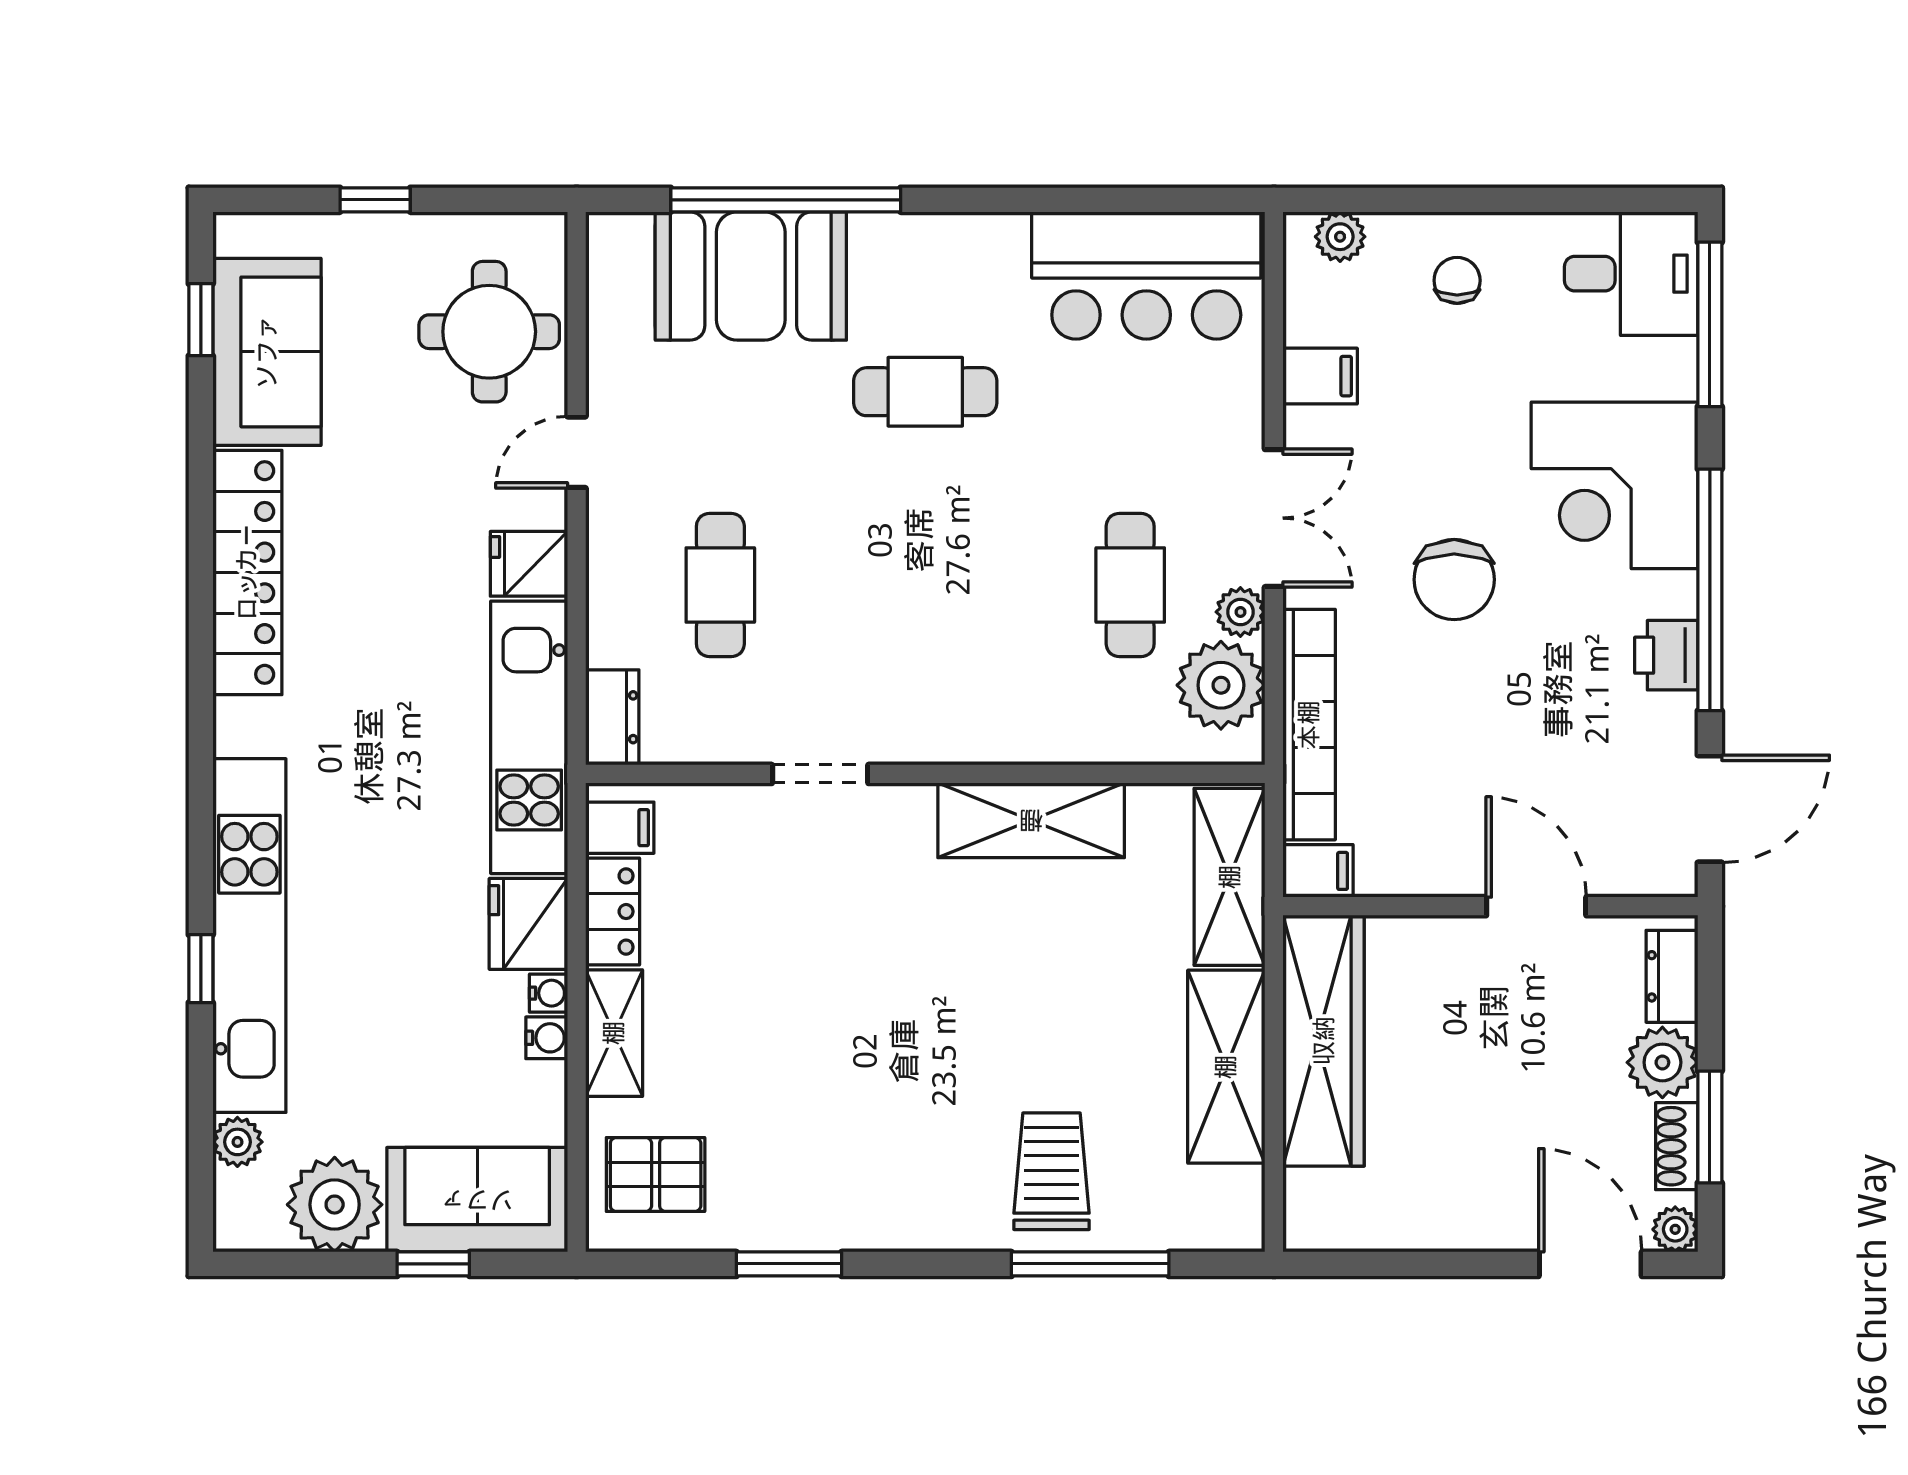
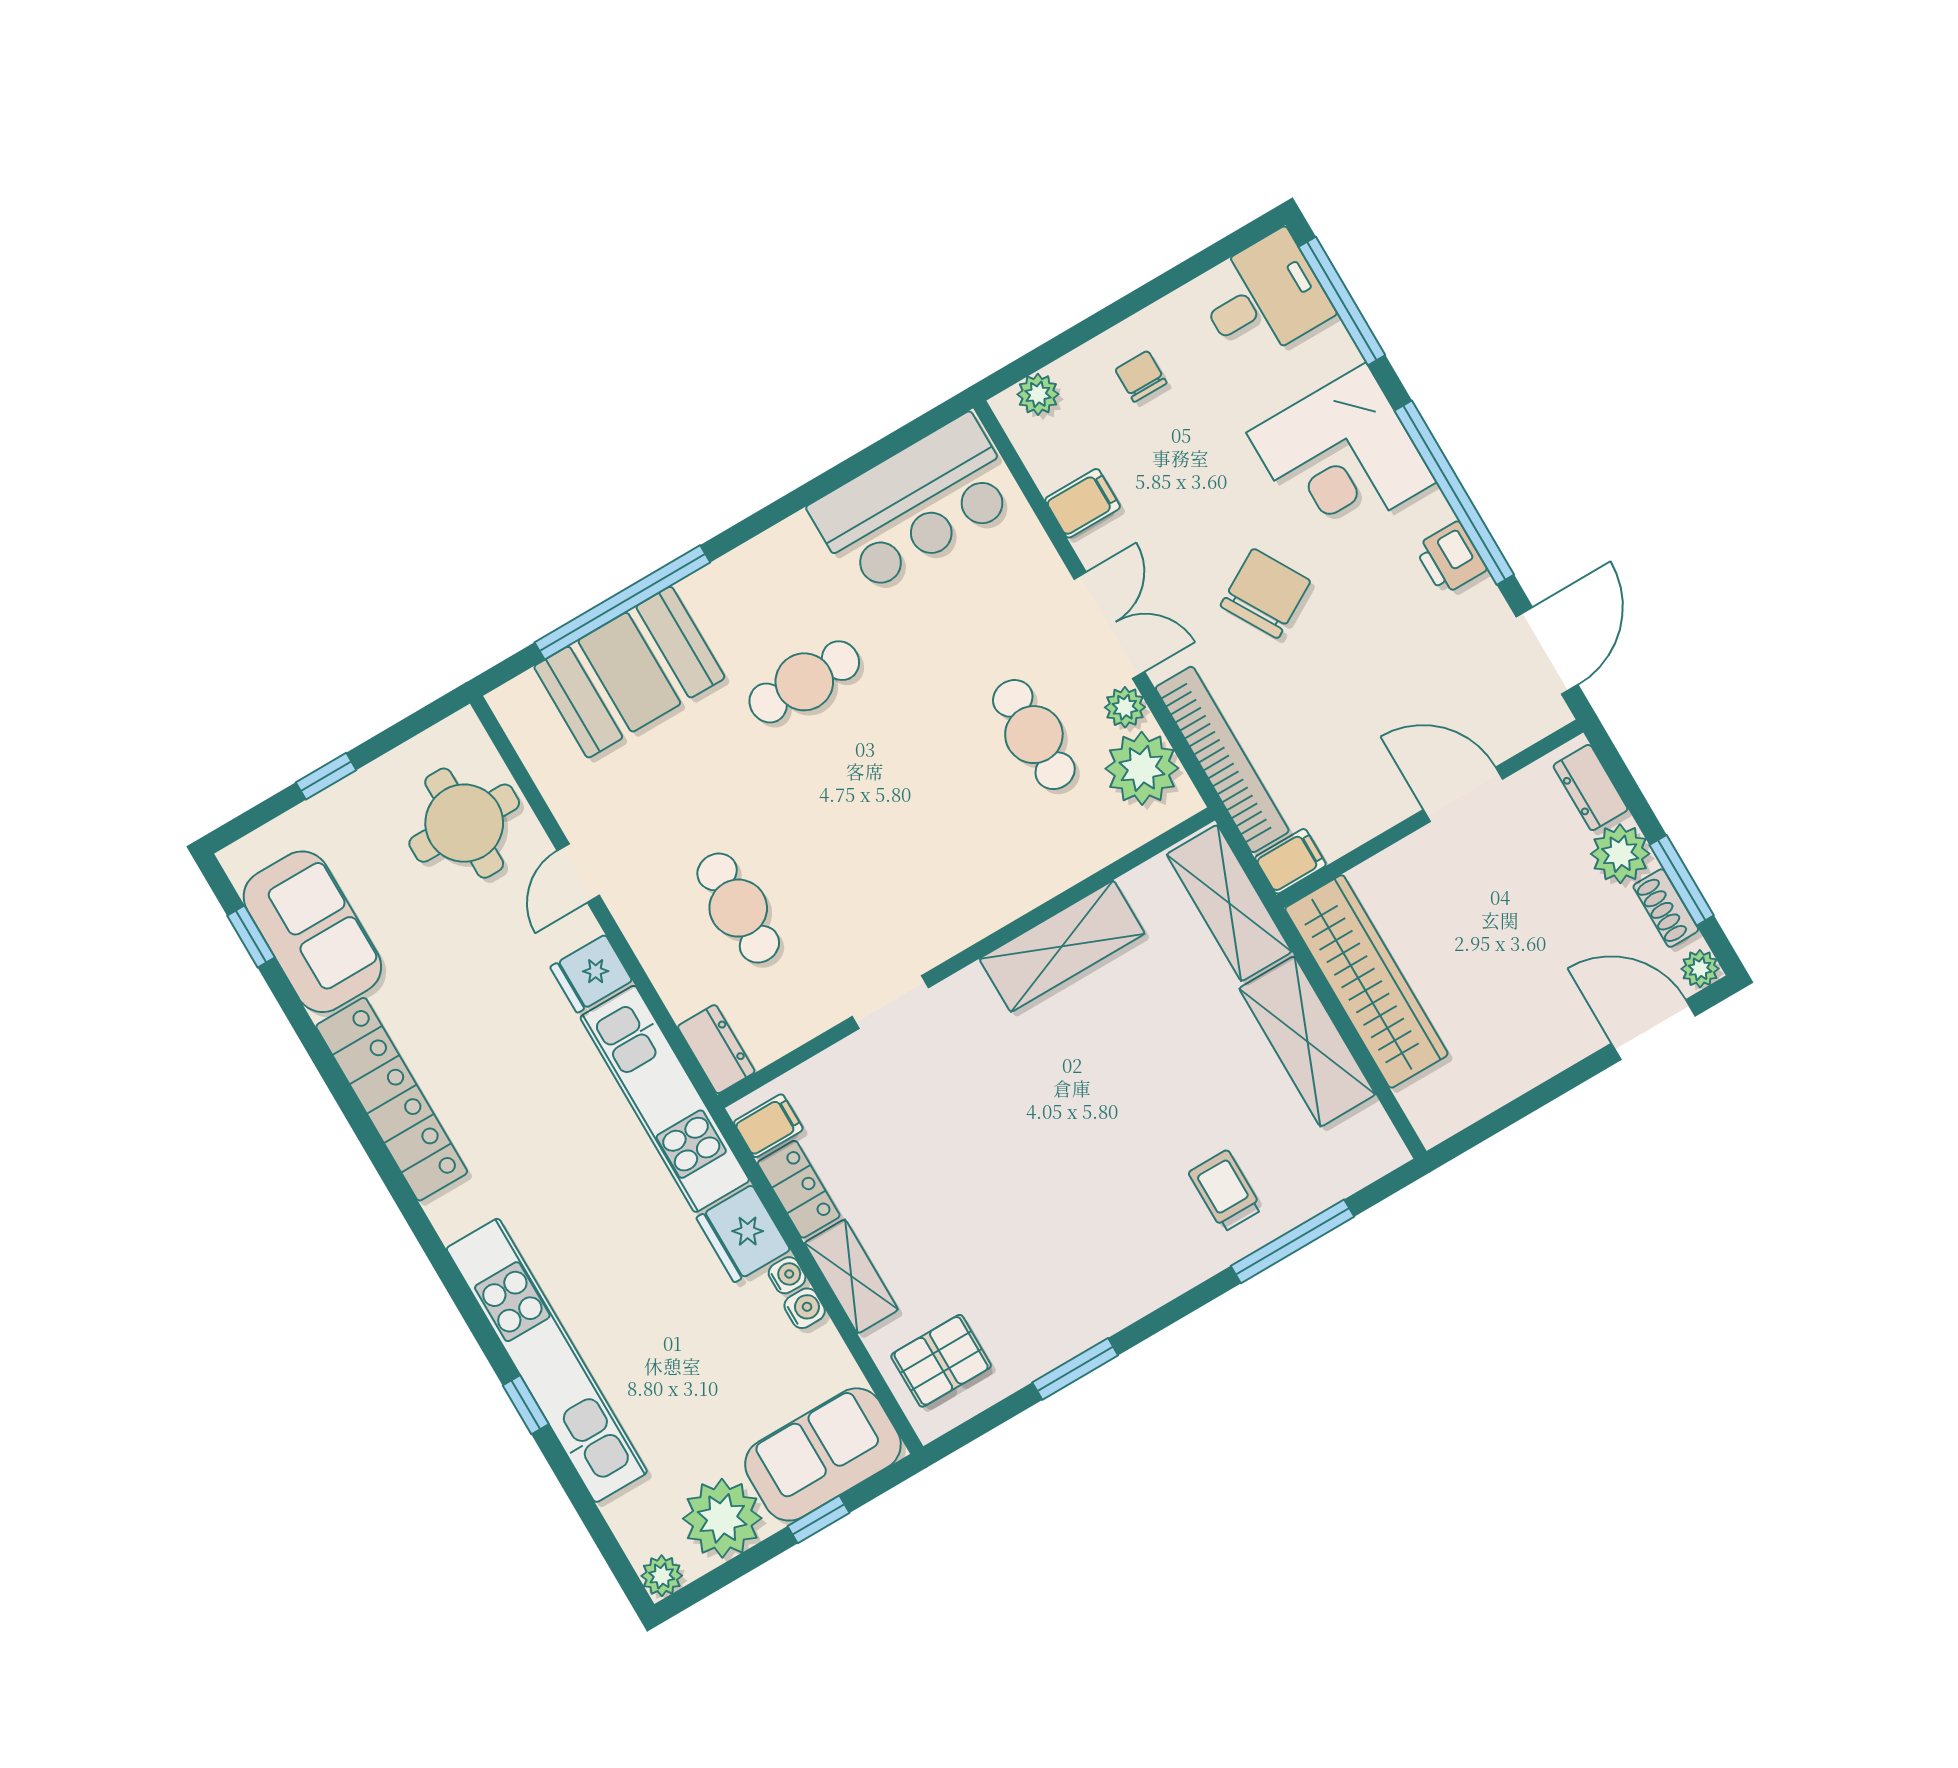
chair: (1454, 580) -> (1265, 593), turned -120
plant: (237, 1142) -> (662, 1576), moved
trolley: (1051, 1171) -> (1225, 1191), width x0.73, depth x0.72

